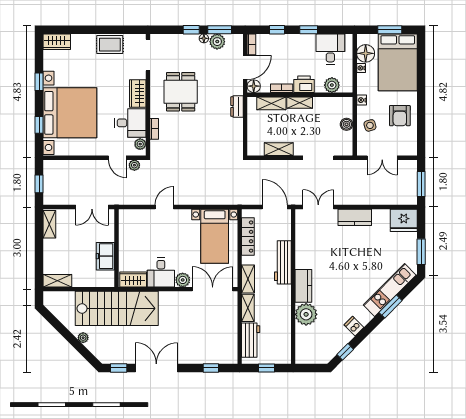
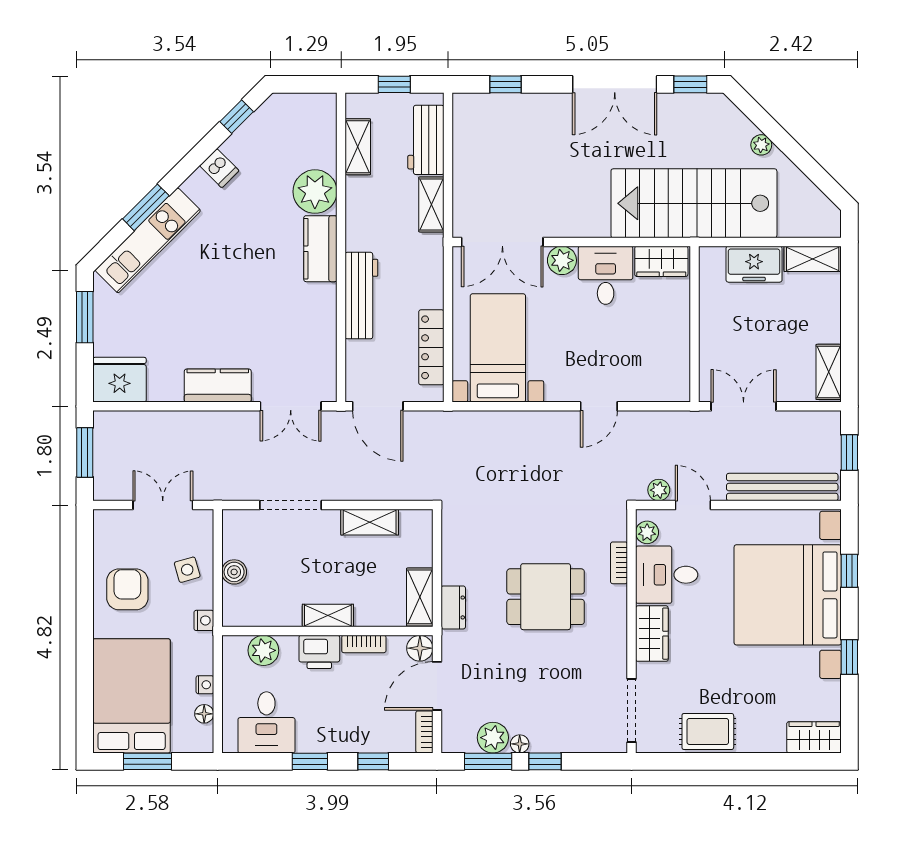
floor lamp: (366, 53) -> (204, 714), width x0.53, depth x0.53
dining table: (181, 92) -> (546, 597), moved, turned 90
shelving: (271, 103) -> (420, 597), moved, turned 90
bench: (73, 167) -> (782, 487), added
freezer: (105, 256) -> (754, 264), moved, turned 90
shelving: (248, 279) -> (358, 147), moved

